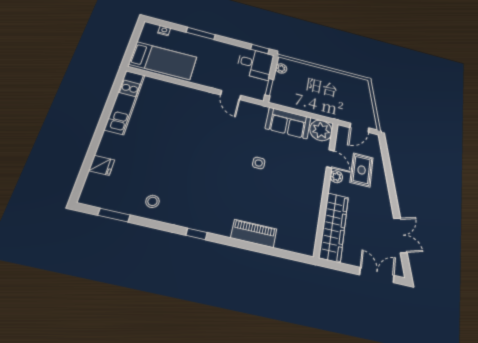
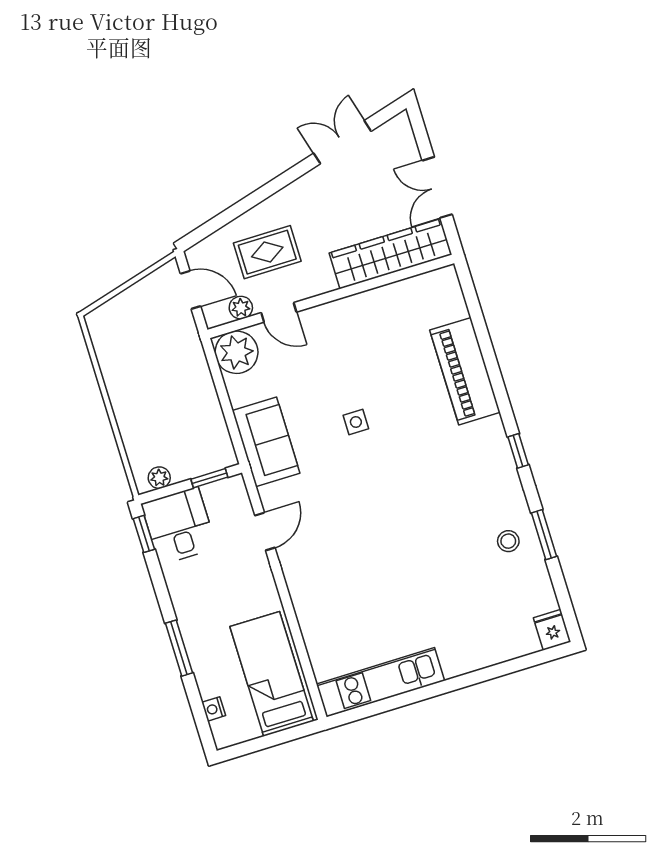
sofa: (288, 123) -> (266, 442), moved
door: (330, 159) -> (279, 312), swing flipped
fridge: (102, 165) -> (552, 630), moved
plant: (336, 177) -> (241, 308), moved
window: (114, 215) -> (544, 535), moved
piano: (254, 233) -> (465, 371), width x1.37, depth x1.33
double door: (377, 275) -> (437, 187), moved

